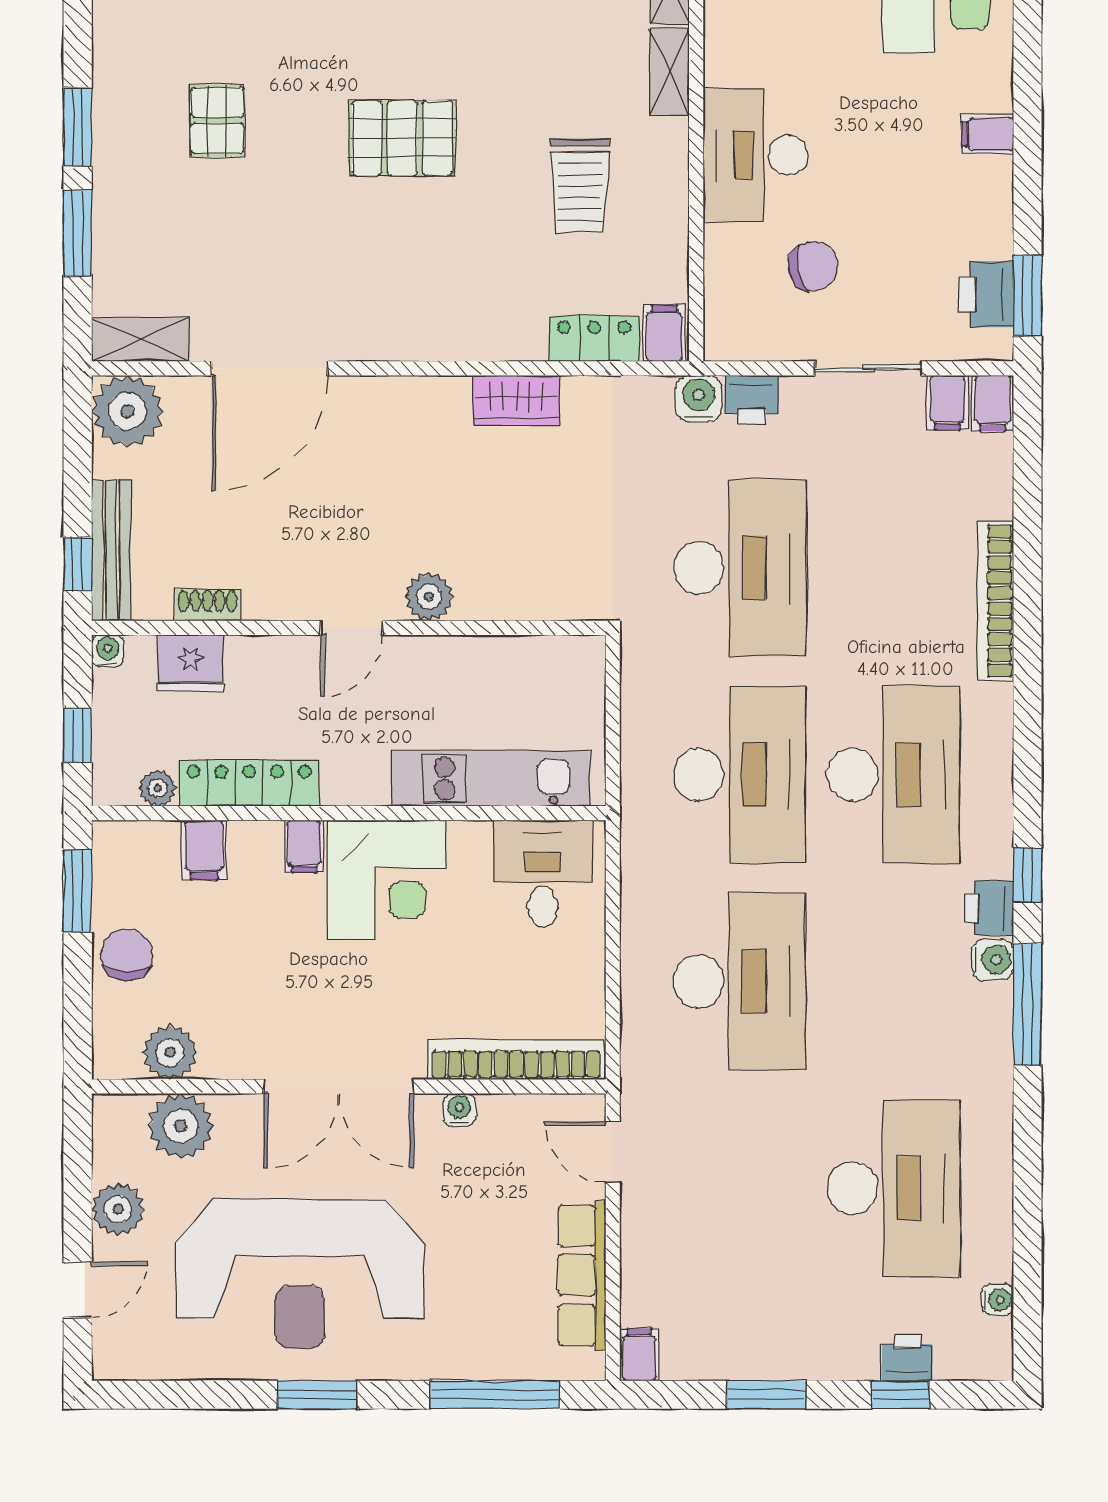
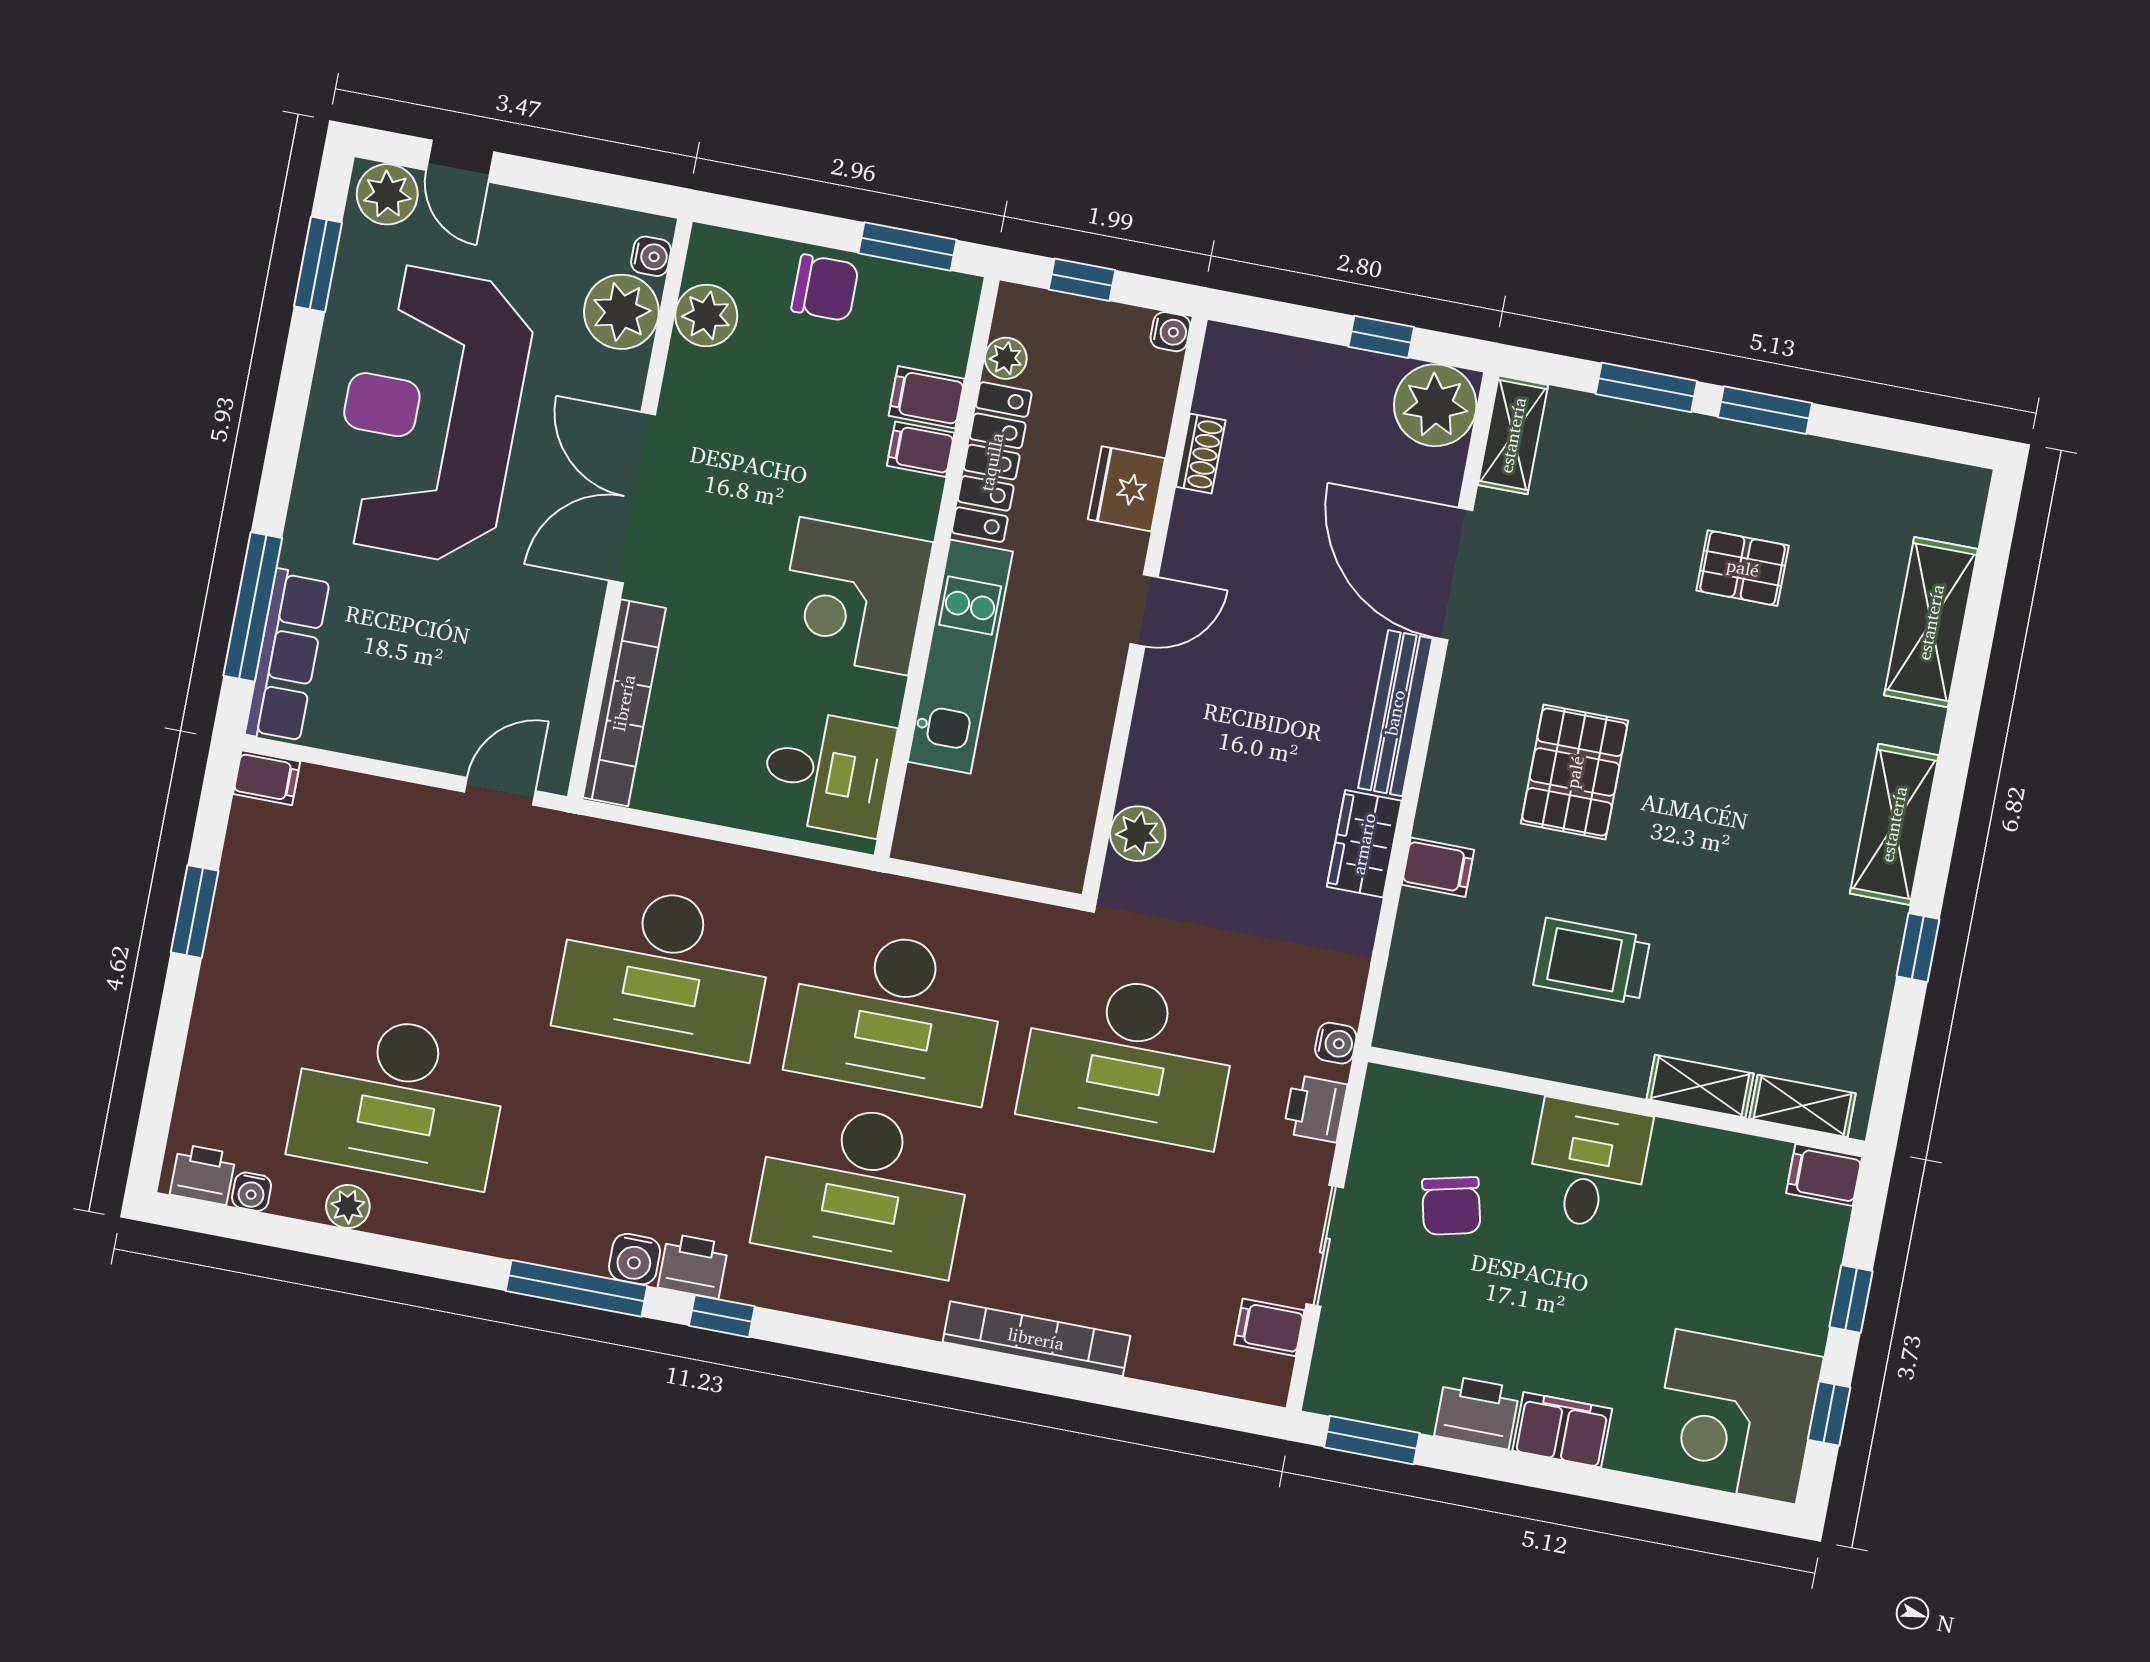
filing cabinet: (987, 134) -> (1562, 1430), width x2.00
pallet: (402, 138) -> (1575, 772), moved
desk: (755, 155) -> (1588, 1165), width x0.73
printer: (986, 294) -> (1477, 1412), moved
filing cabinet: (664, 333) -> (1438, 867), moved
locker: (594, 339) -> (1417, 945), removed
water cooler: (699, 399) -> (1336, 1043), width x0.72, depth x0.72
filing cabinet: (993, 403) -> (1259, 1378), removed
bench: (111, 550) -> (1395, 713), moved, turned 90
window: (78, 564) -> (1381, 337), moved
plant: (429, 597) -> (1138, 834), moved
door: (352, 628) -> (1144, 610), swing flipped
fridge: (190, 663) -> (1126, 489), moved
kitchen unit: (490, 778) -> (960, 657), moved
filing cabinet: (304, 846) -> (921, 449), moved
water cooler: (459, 1110) -> (651, 256), moved
plant: (118, 1209) -> (387, 194), moved
plant: (995, 1215) -> (348, 1207), added
row of seats: (582, 1275) -> (287, 656), moved, turned 90
printer: (907, 1358) -> (203, 1174), moved, turned -90
window: (317, 1395) -> (318, 264), moved
window: (901, 1395) -> (166, 1062), removed

